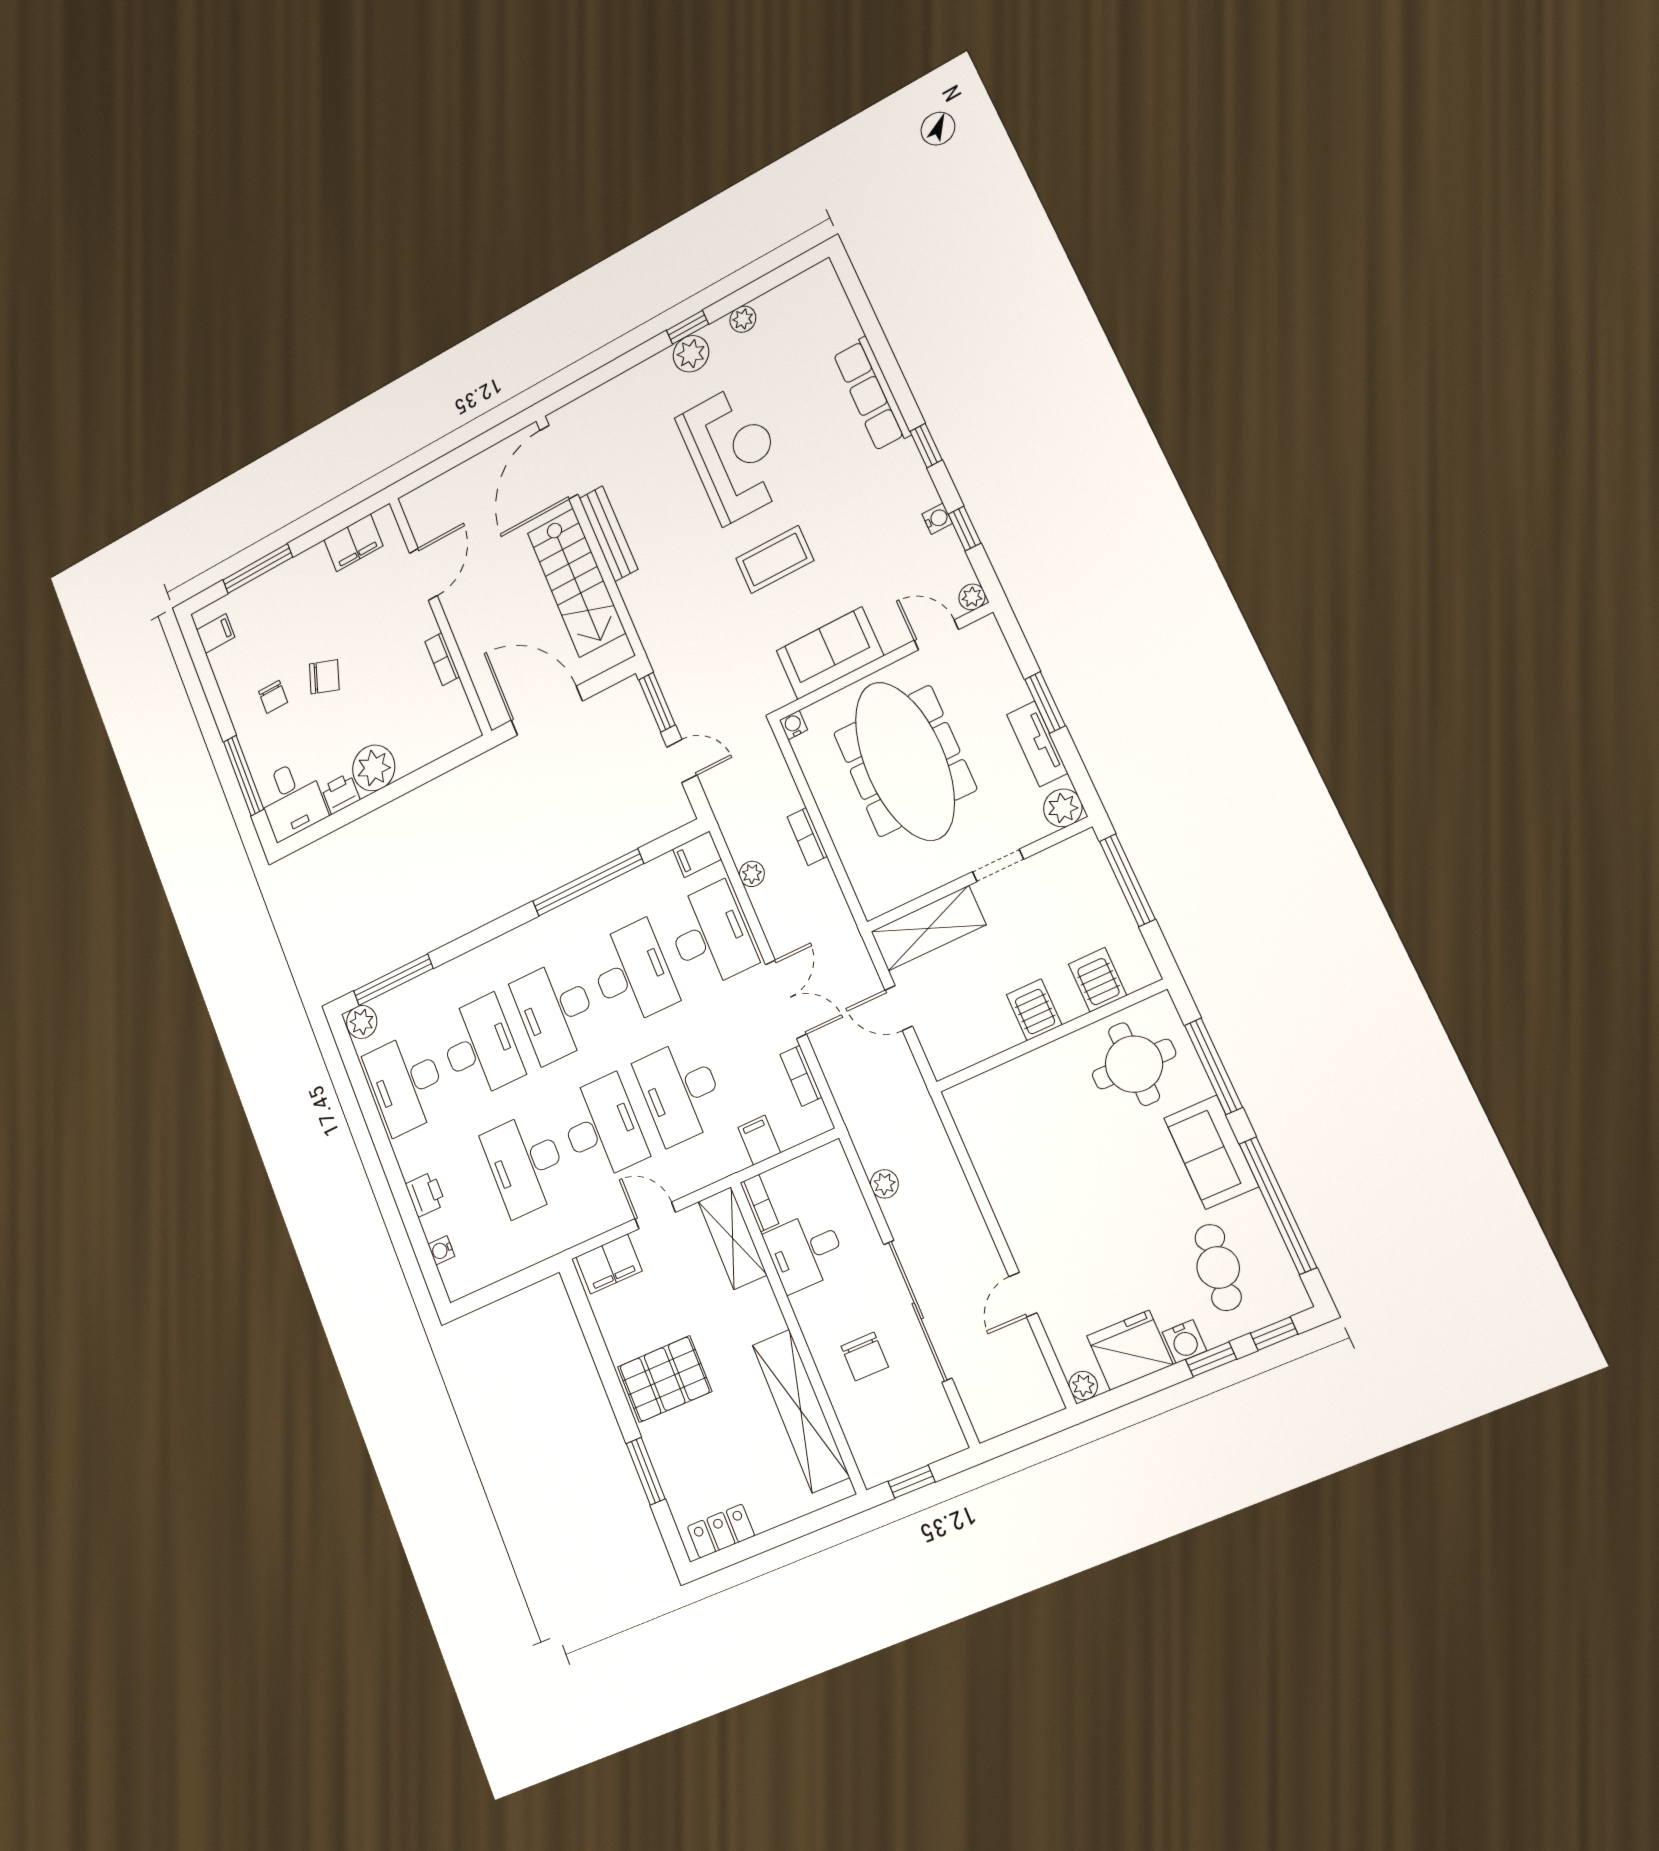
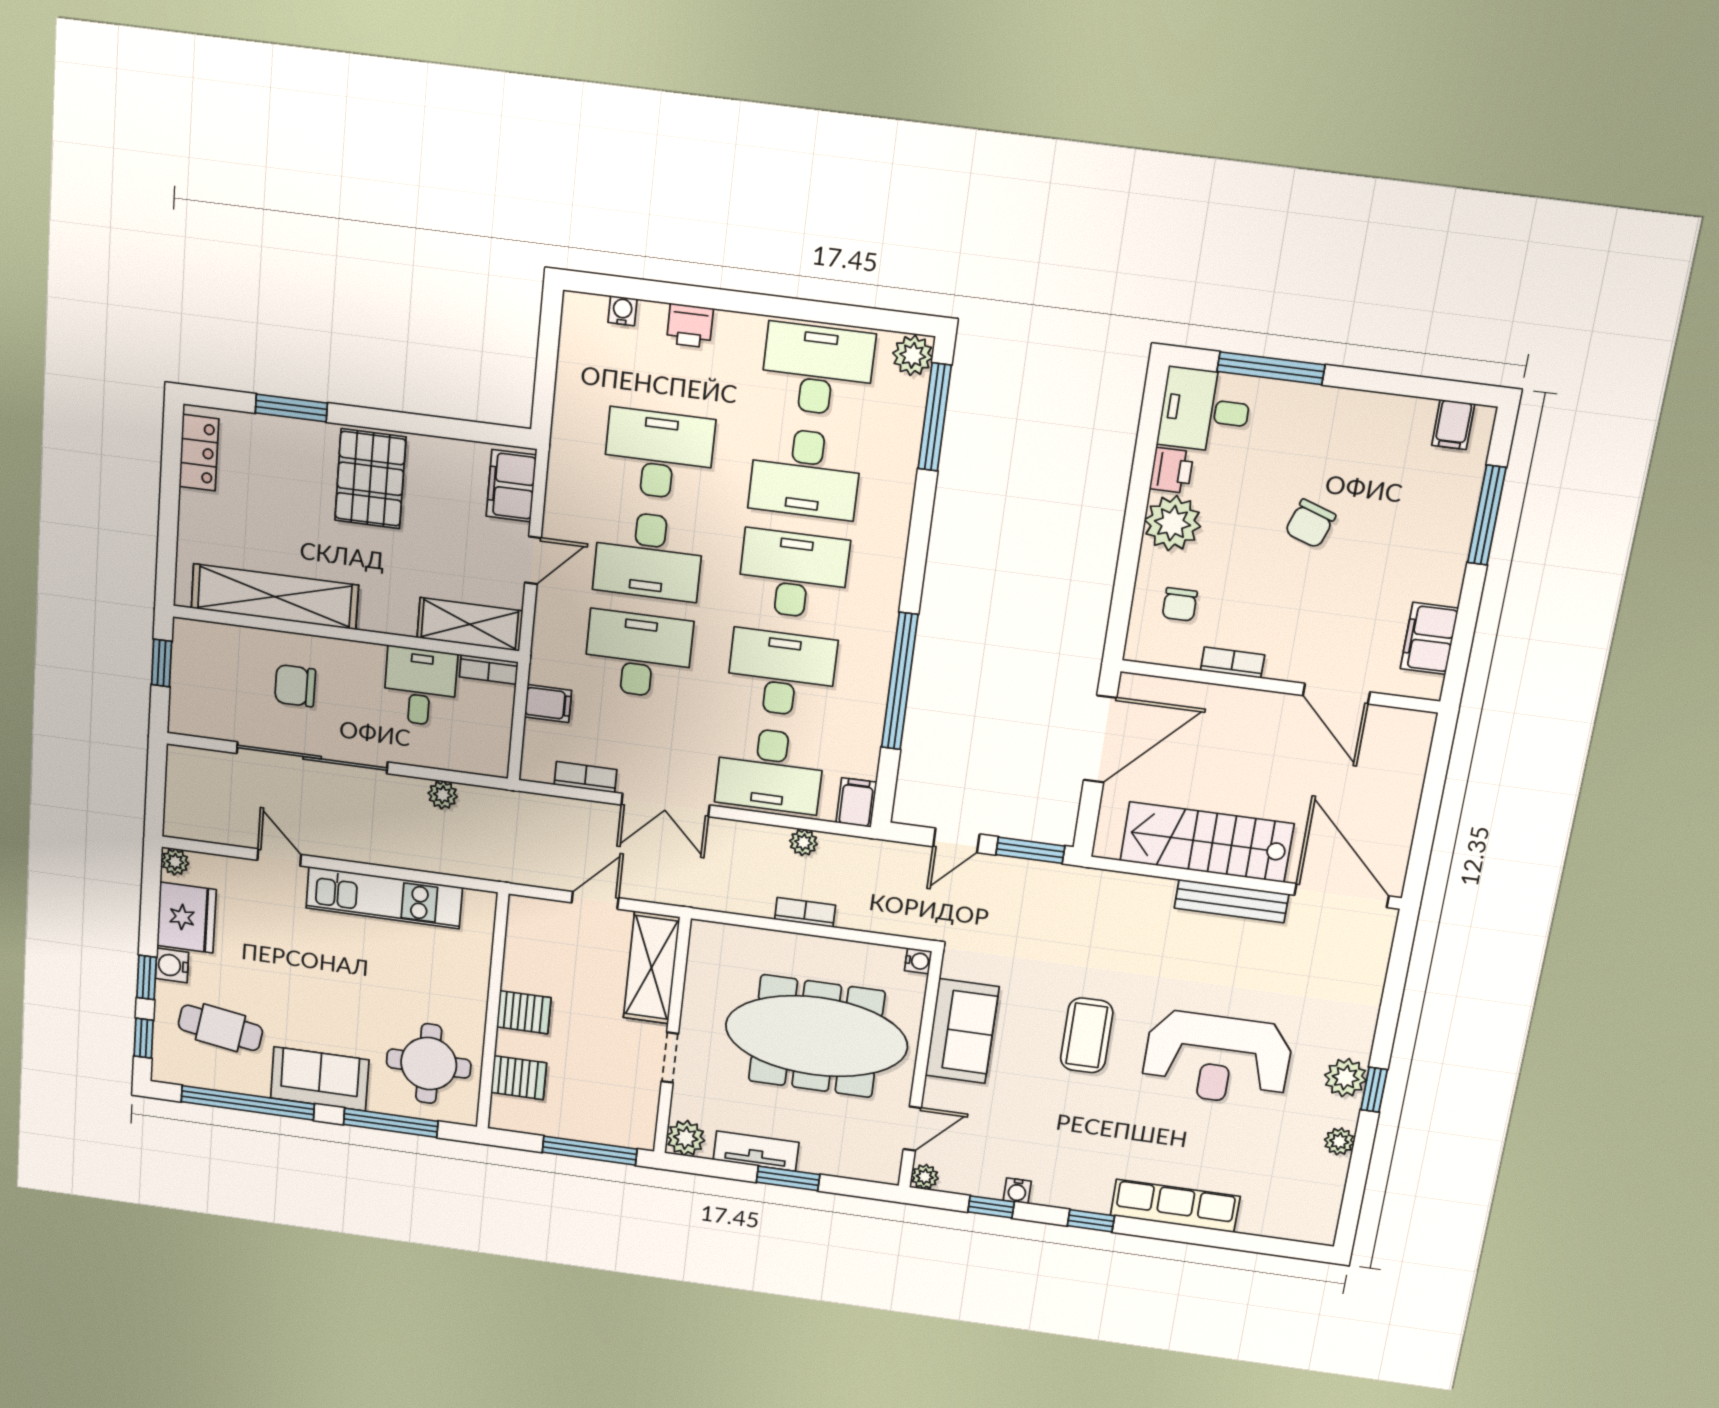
chair: (273, 697) -> (1180, 604), moved, turned -90
desk: (632, 974) -> (781, 673), turned 180
kitchen unit: (1004, 1185) -> (384, 898), added

